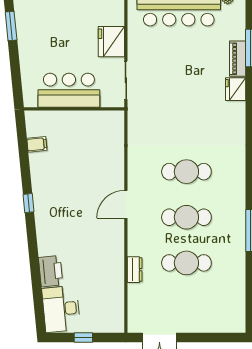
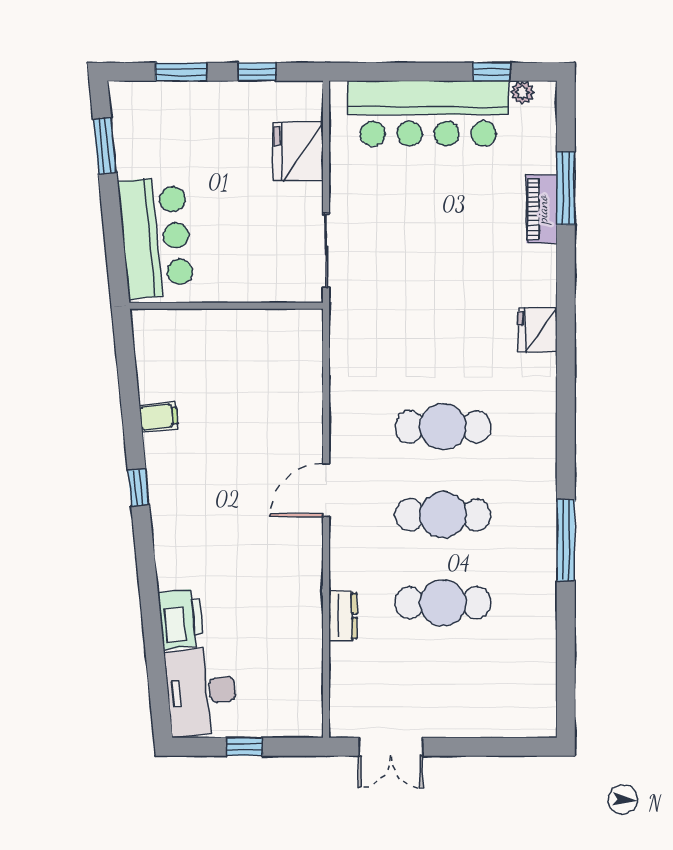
fridge: (111, 42) -> (298, 152), moved
fridge: (236, 89) -> (538, 330), moved
bar counter: (69, 90) -> (156, 237), moved, turned 84
filing cabinet: (37, 144) -> (159, 417), moved

